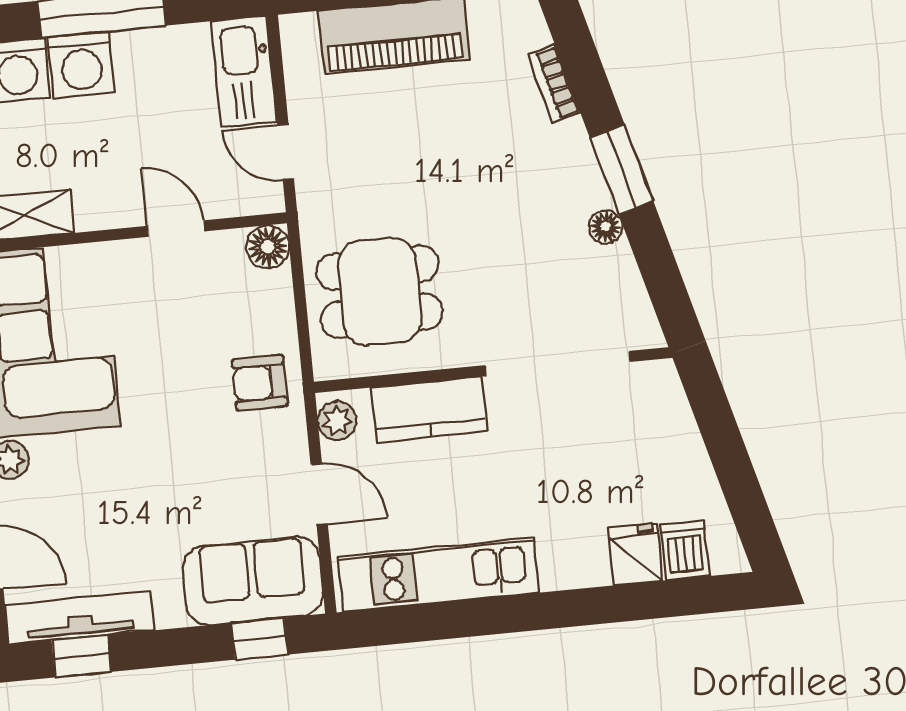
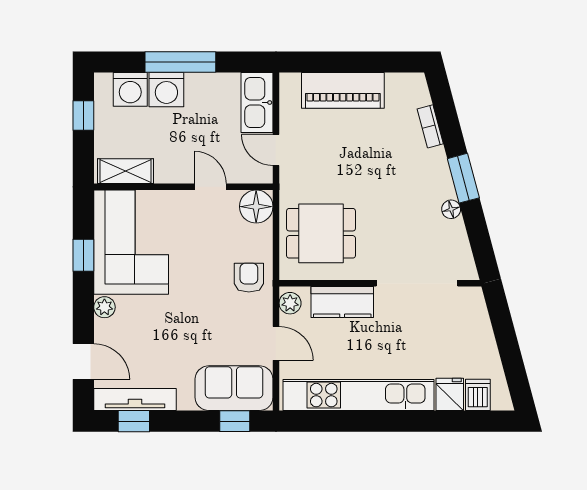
floor lamp: (268, 247) -> (256, 207), width x1.38, depth x1.38
armchair: (260, 383) -> (249, 278), turned 90
kitchen unit: (438, 575) -> (359, 395), width x1.36

